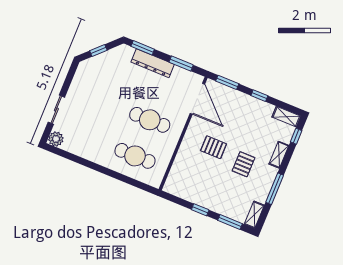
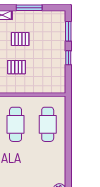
pallet: (214, 147) -> (17, 67), turned 90
shelving: (254, 215) -> (55, 15), removed

